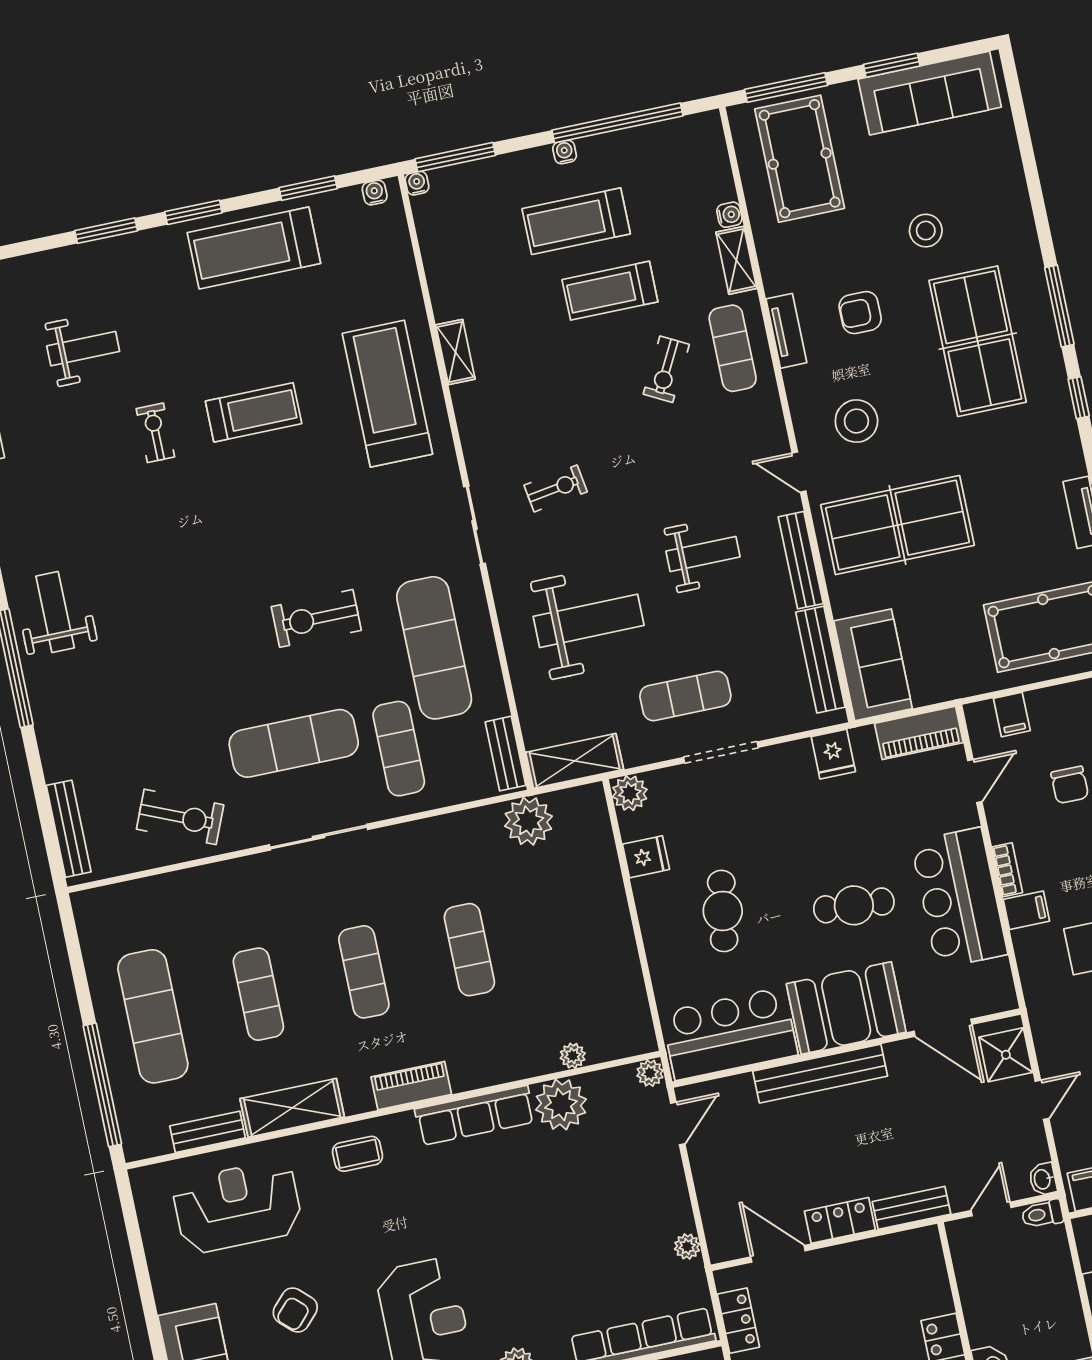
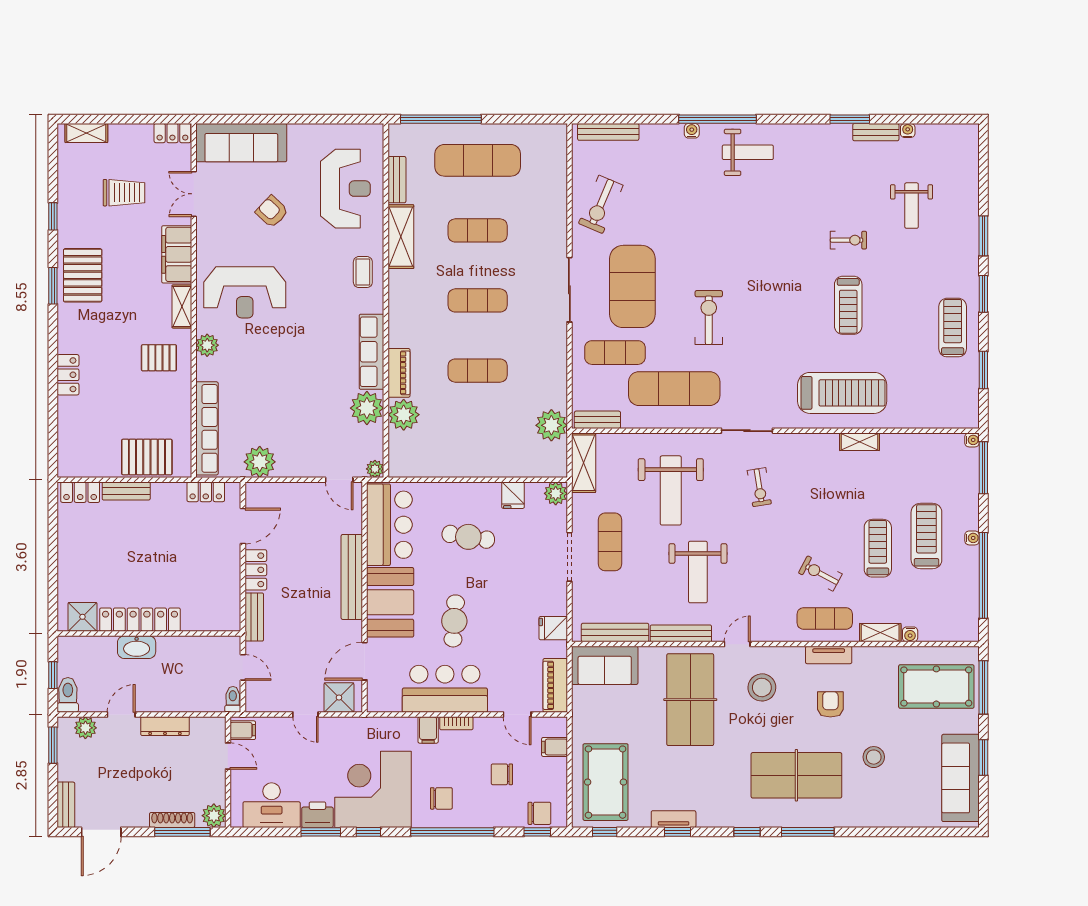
water cooler: (375, 193) -> (692, 131), moved, turned -90
treadmill: (254, 248) -> (953, 328), width x0.73, depth x0.73
weight bench: (703, 554) -> (698, 572), width x1.36, depth x1.33
exercise mat: (294, 743) -> (632, 286), width x1.47
plant: (573, 1056) -> (404, 415), width x1.87, depth x1.87
piano: (411, 1086) -> (399, 373), moved
washbasin: (1043, 1179) -> (255, 704), removed
plant: (687, 1247) -> (260, 462), width x1.88, depth x1.88

